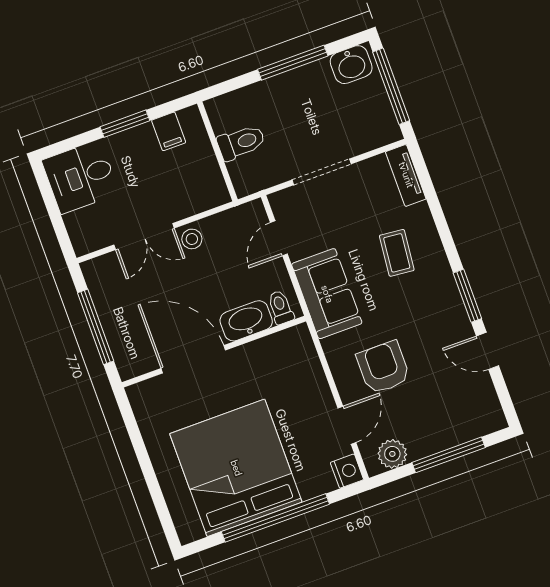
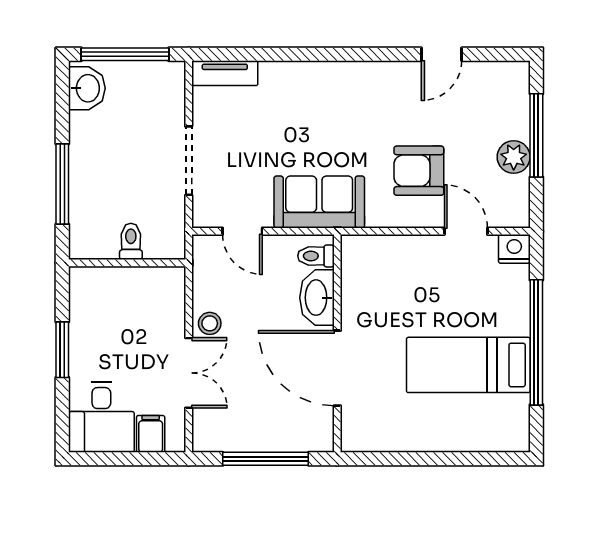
window: (293, 63) -> (62, 184), moved
filing cabinet: (169, 131) -> (151, 434), moved, turned -90
toilet: (241, 142) -> (131, 241), width x0.73, depth x0.72
coffee table: (397, 253) -> (303, 112), removed
window: (467, 296) -> (376, 54), removed
door: (193, 359) -> (337, 368), hinge flipped
plant: (392, 454) -> (514, 157), moved
bed: (236, 468) -> (468, 365), width x0.49

